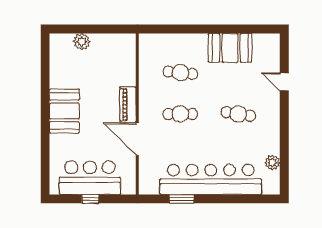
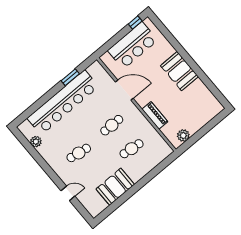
plant: (82, 42) -> (183, 136), moved
piano: (128, 105) -> (155, 115), moved
window: (90, 199) -> (135, 22), moved

